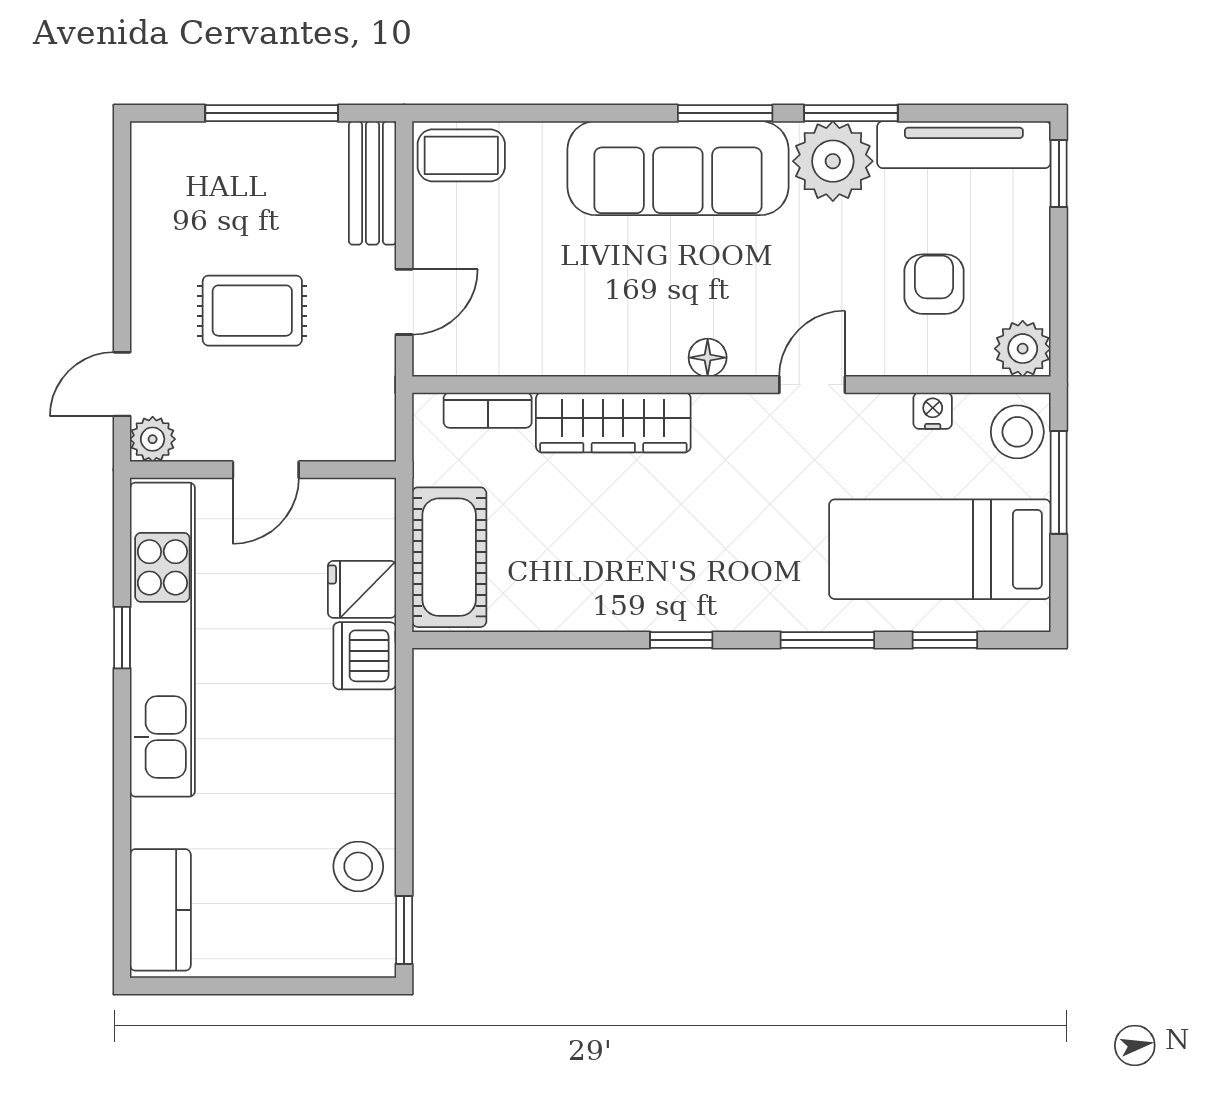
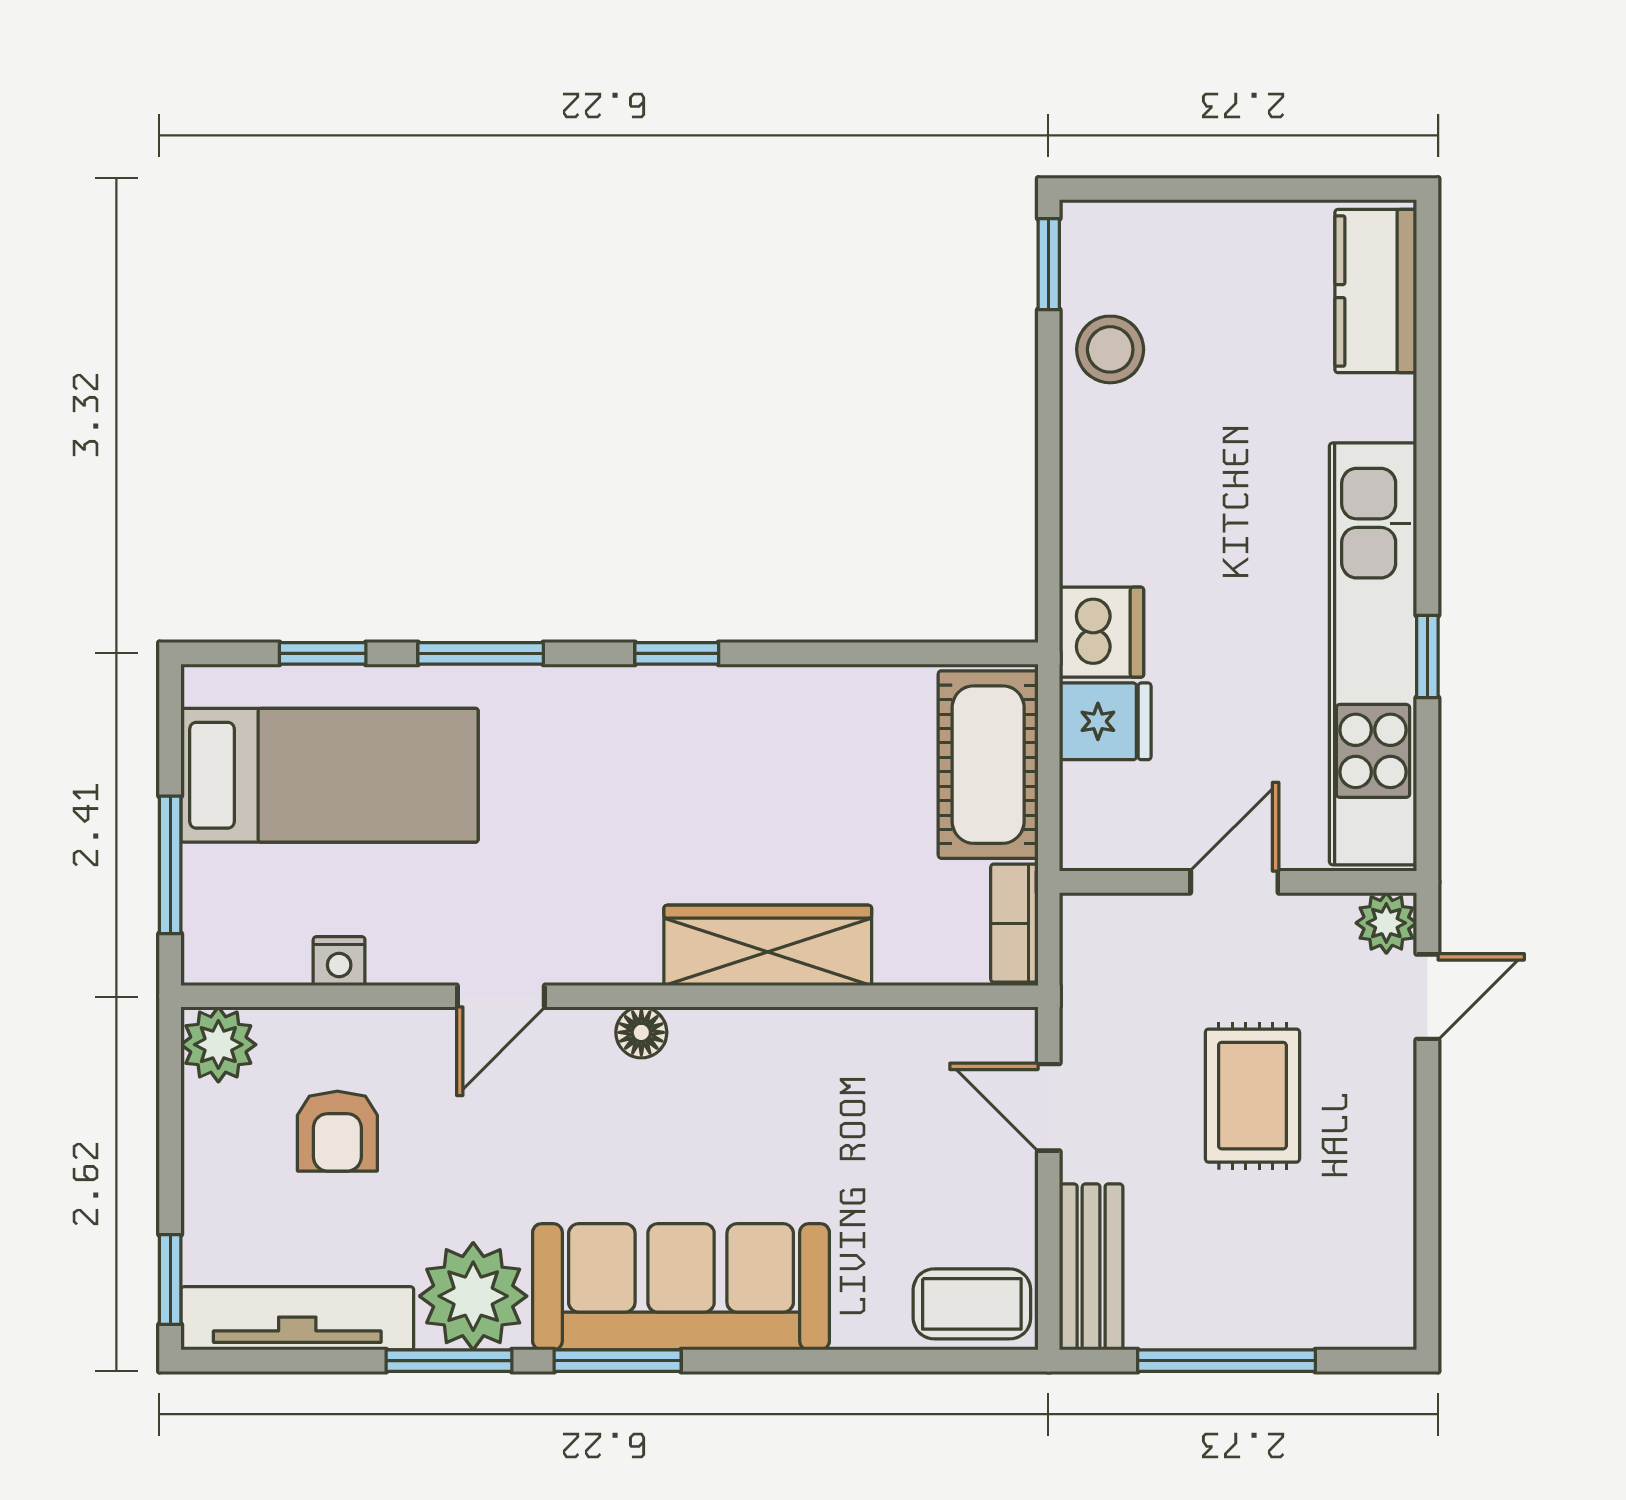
door: (404, 302) -> (1049, 1107), hinge flipped
rug: (252, 311) -> (1252, 1096), turned 90
bookcase: (488, 410) -> (1014, 923), moved, turned -90
stool: (1017, 432) -> (226, 933), removed

